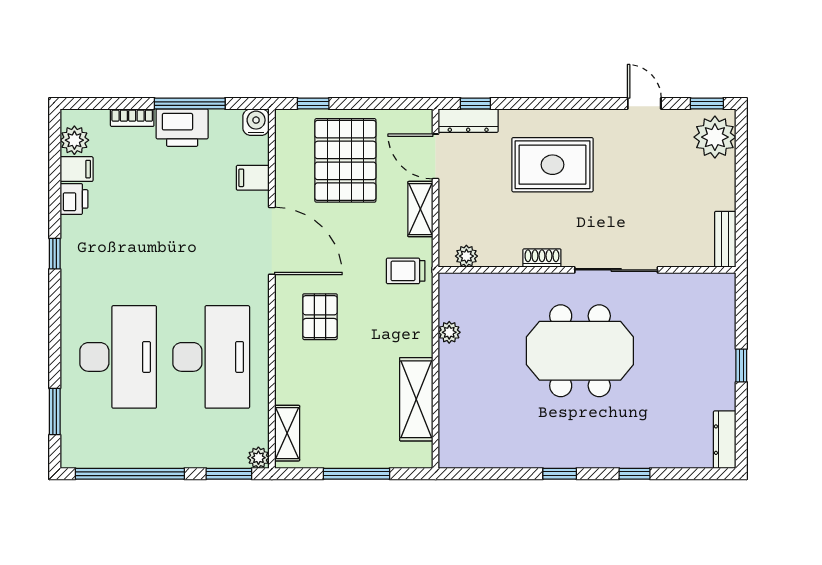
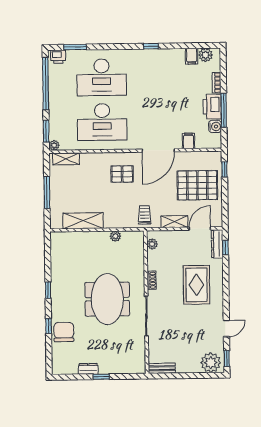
water cooler: (256, 122) -> (215, 126), moved
printer: (74, 199) -> (58, 57), moved
dresser: (725, 440) -> (88, 369), moved, width x0.70
chair: (647, 442) -> (64, 332), added

